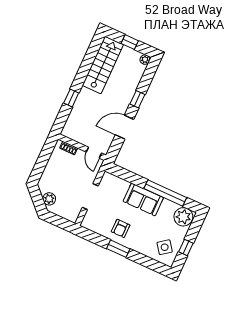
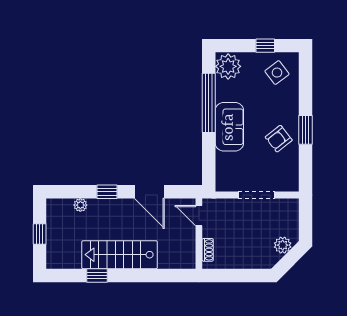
plant: (145, 60) -> (80, 205), moved
stairs: (103, 65) -> (119, 255), moved
window: (71, 98) -> (97, 275), moved
door: (94, 153) -> (199, 216), swing flipped
armchair: (121, 228) -> (279, 139), turned 142

